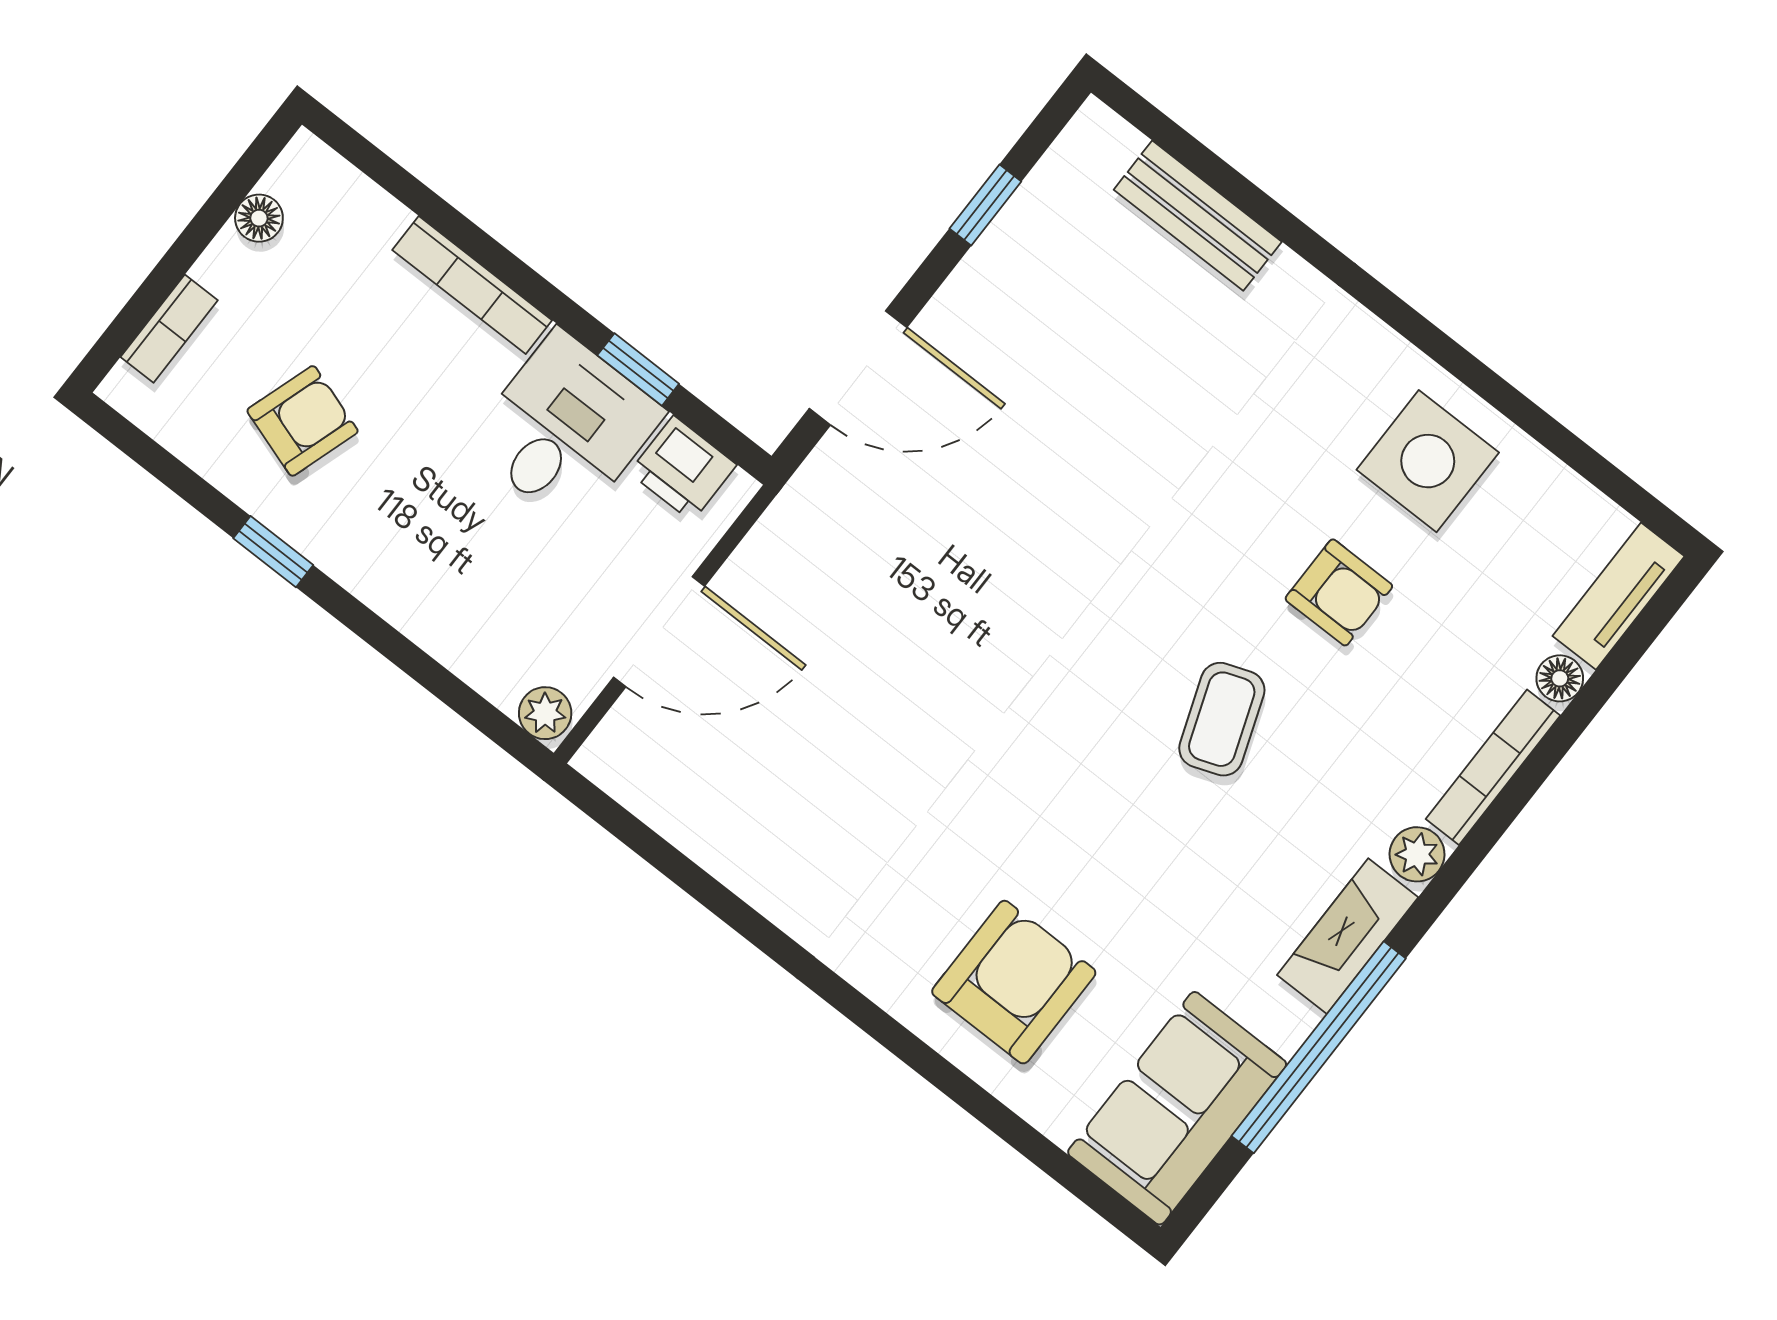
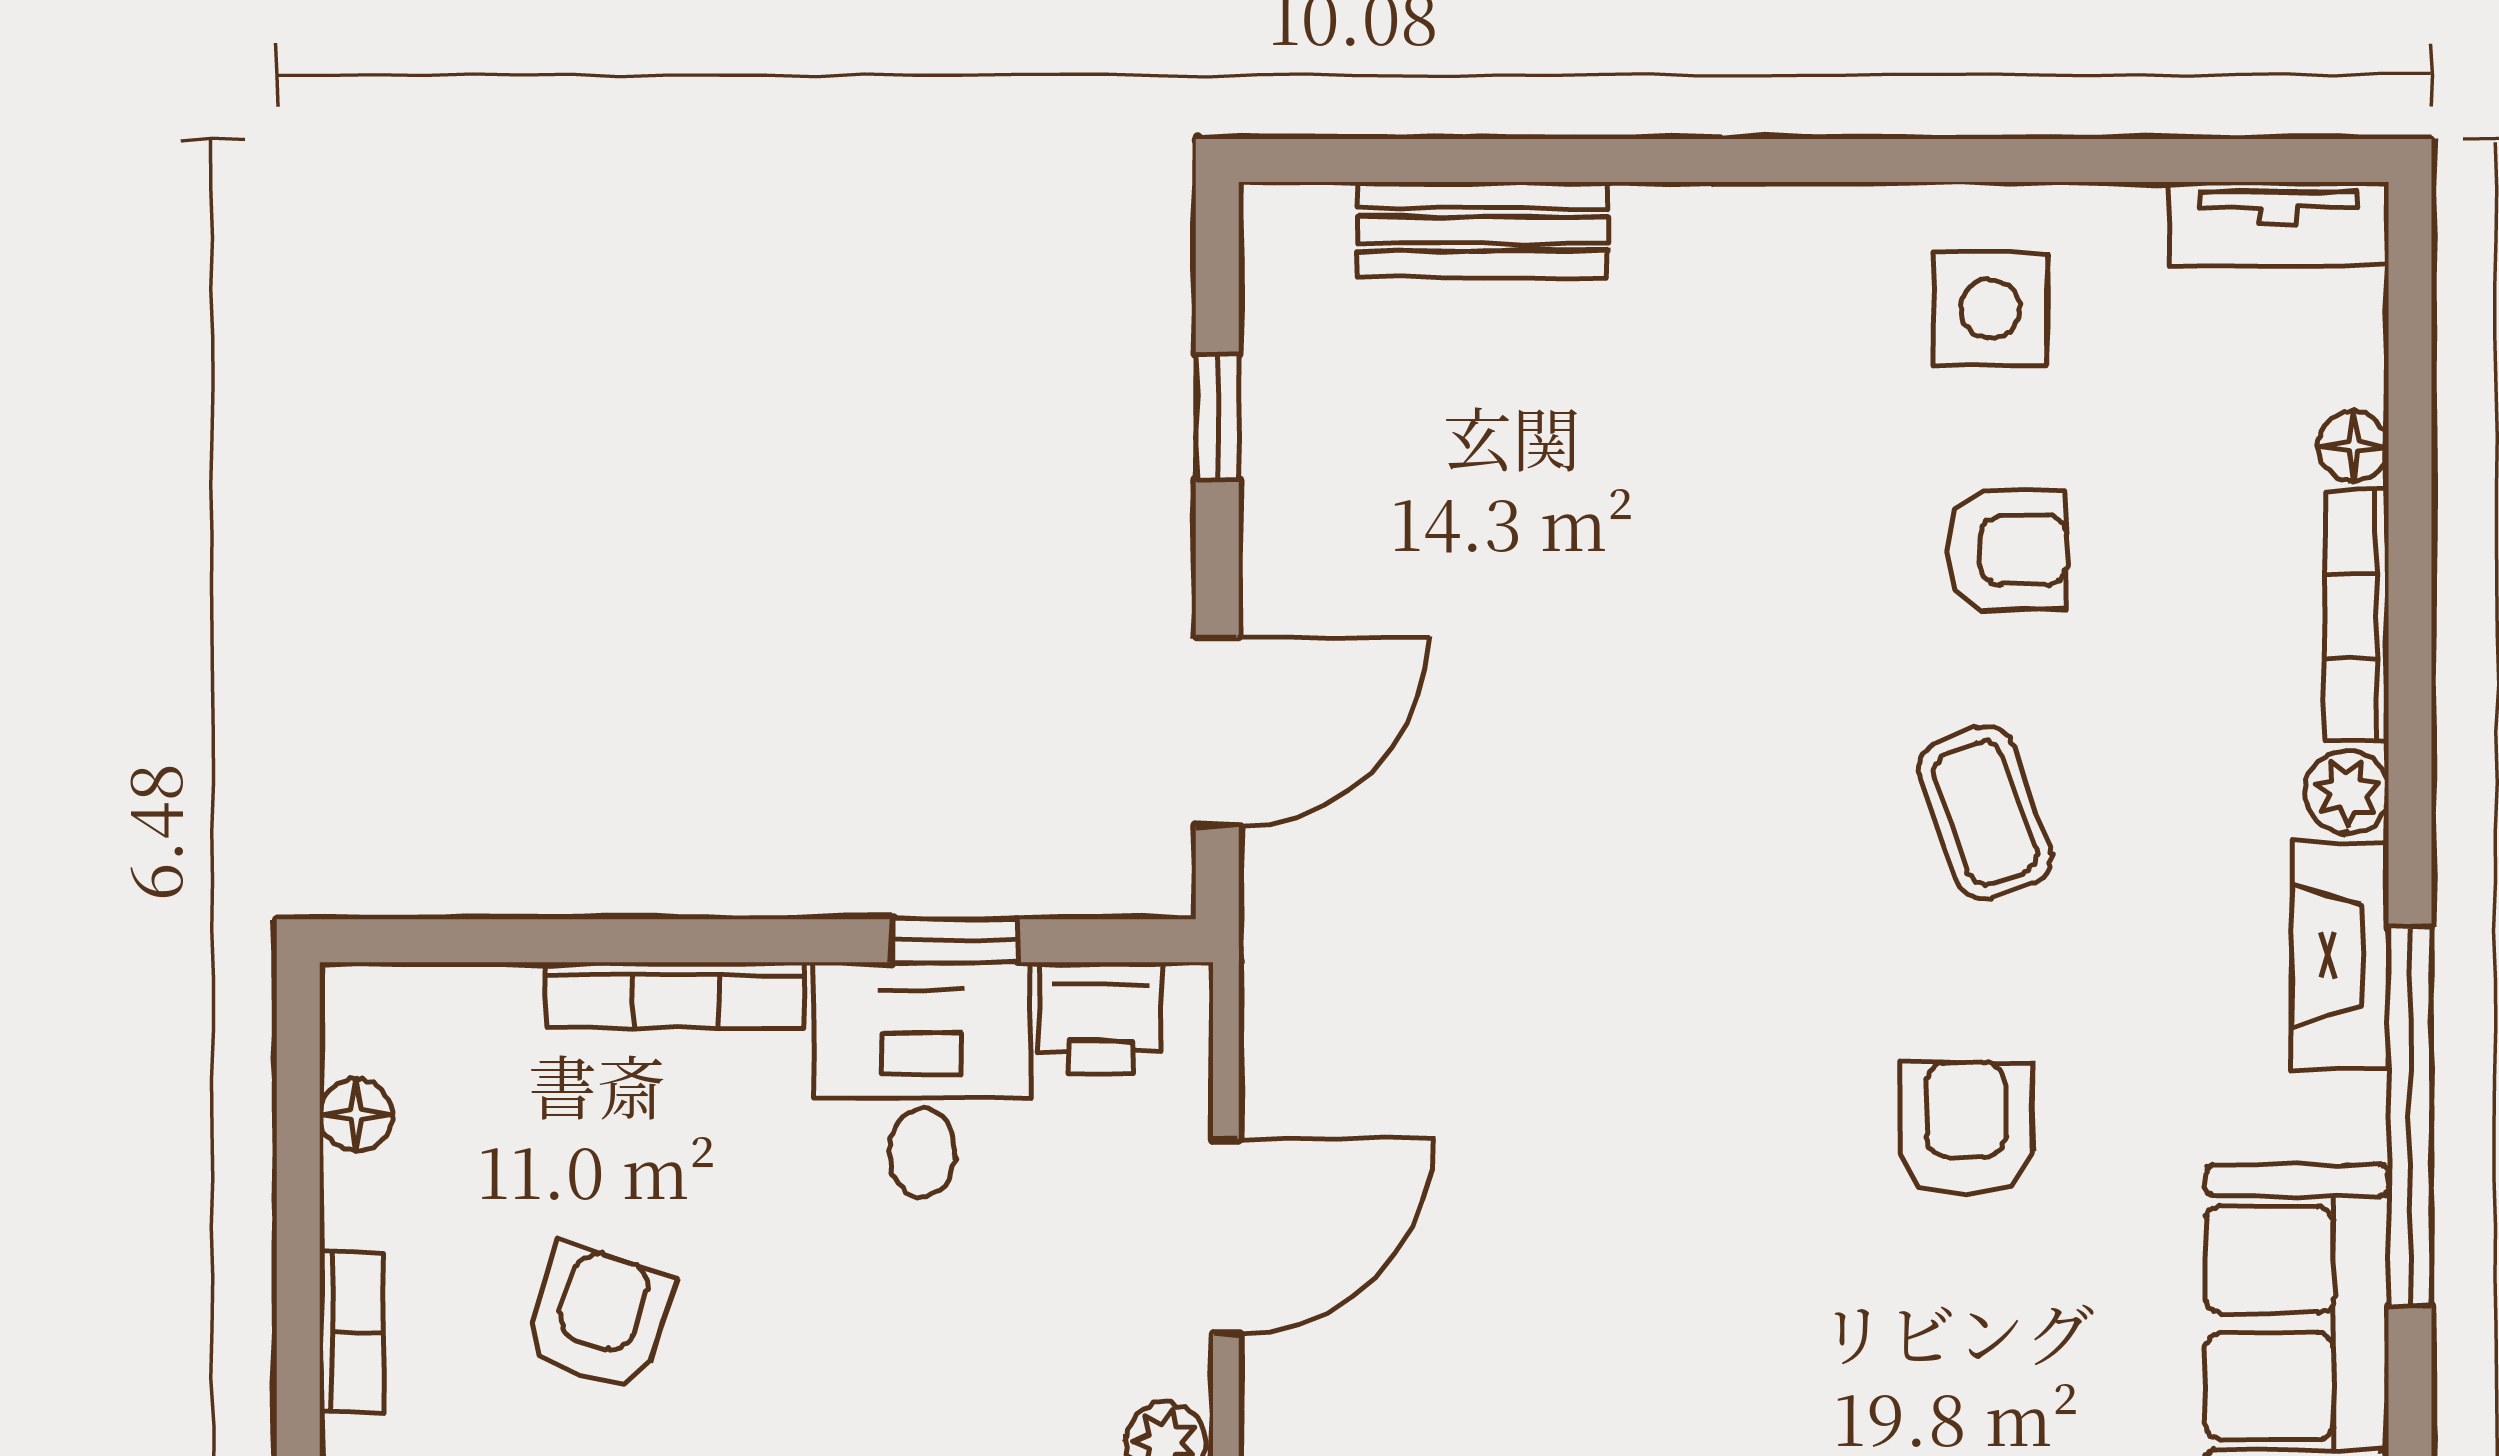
side table: (1428, 461) -> (1990, 309), width x0.73, depth x0.73
tv unit: (1618, 596) -> (2279, 224), moved, turned -90
armchair: (1014, 982) -> (1966, 1128), moved, width x0.72, depth x0.72

